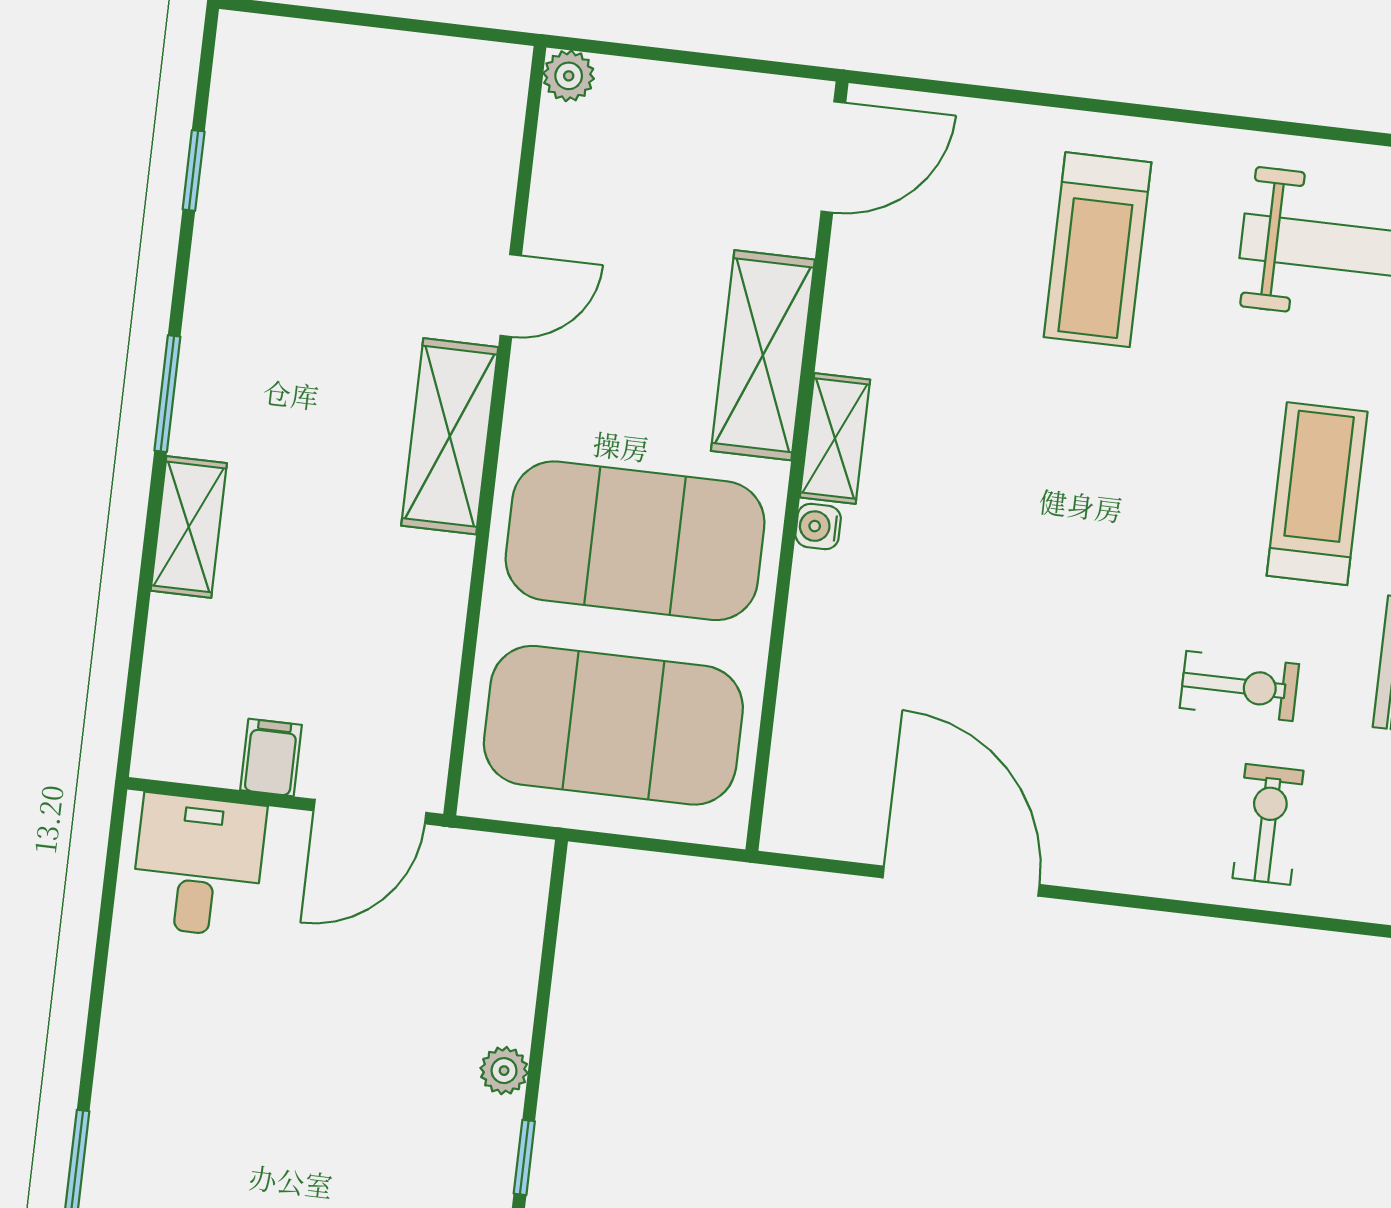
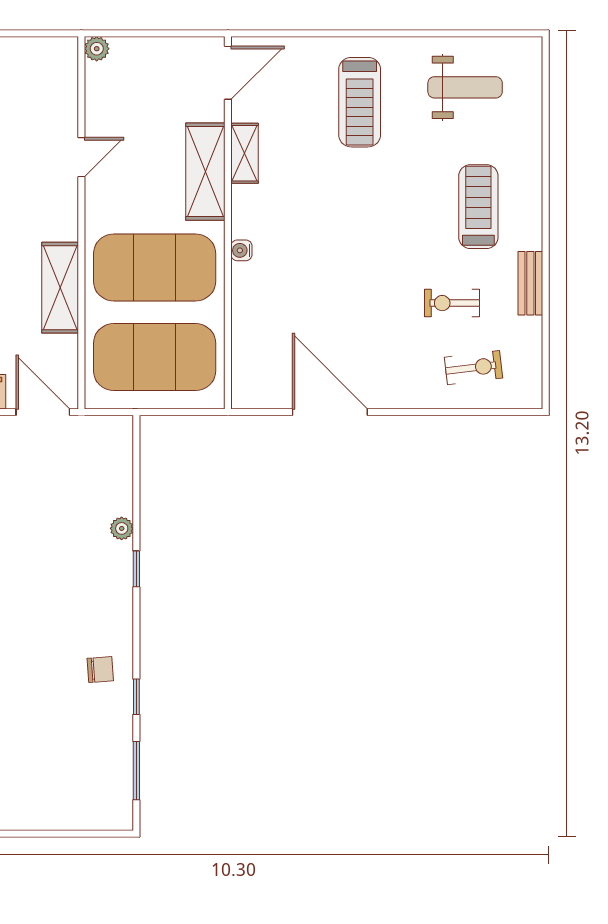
shelving: (450, 436) -> (60, 288), moved
shelving: (835, 439) -> (245, 153), moved
exercise bike: (1239, 686) -> (452, 303), turned 180
door: (370, 812) -> (43, 412), swing flipped
exercise bike: (1268, 824) -> (474, 368), turned 83

